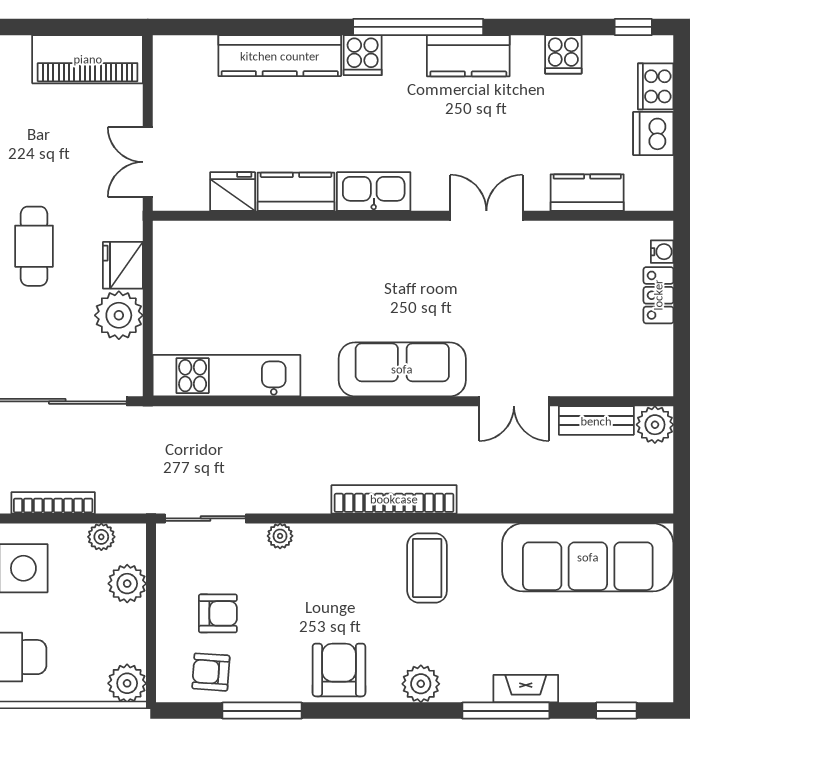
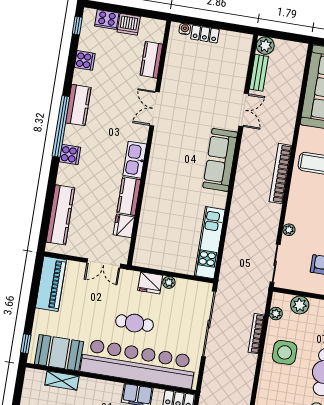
kitchen counter: (280, 56) -> (60, 215), moved
plant: (119, 315) -> (169, 282), width x0.53, depth x0.53

